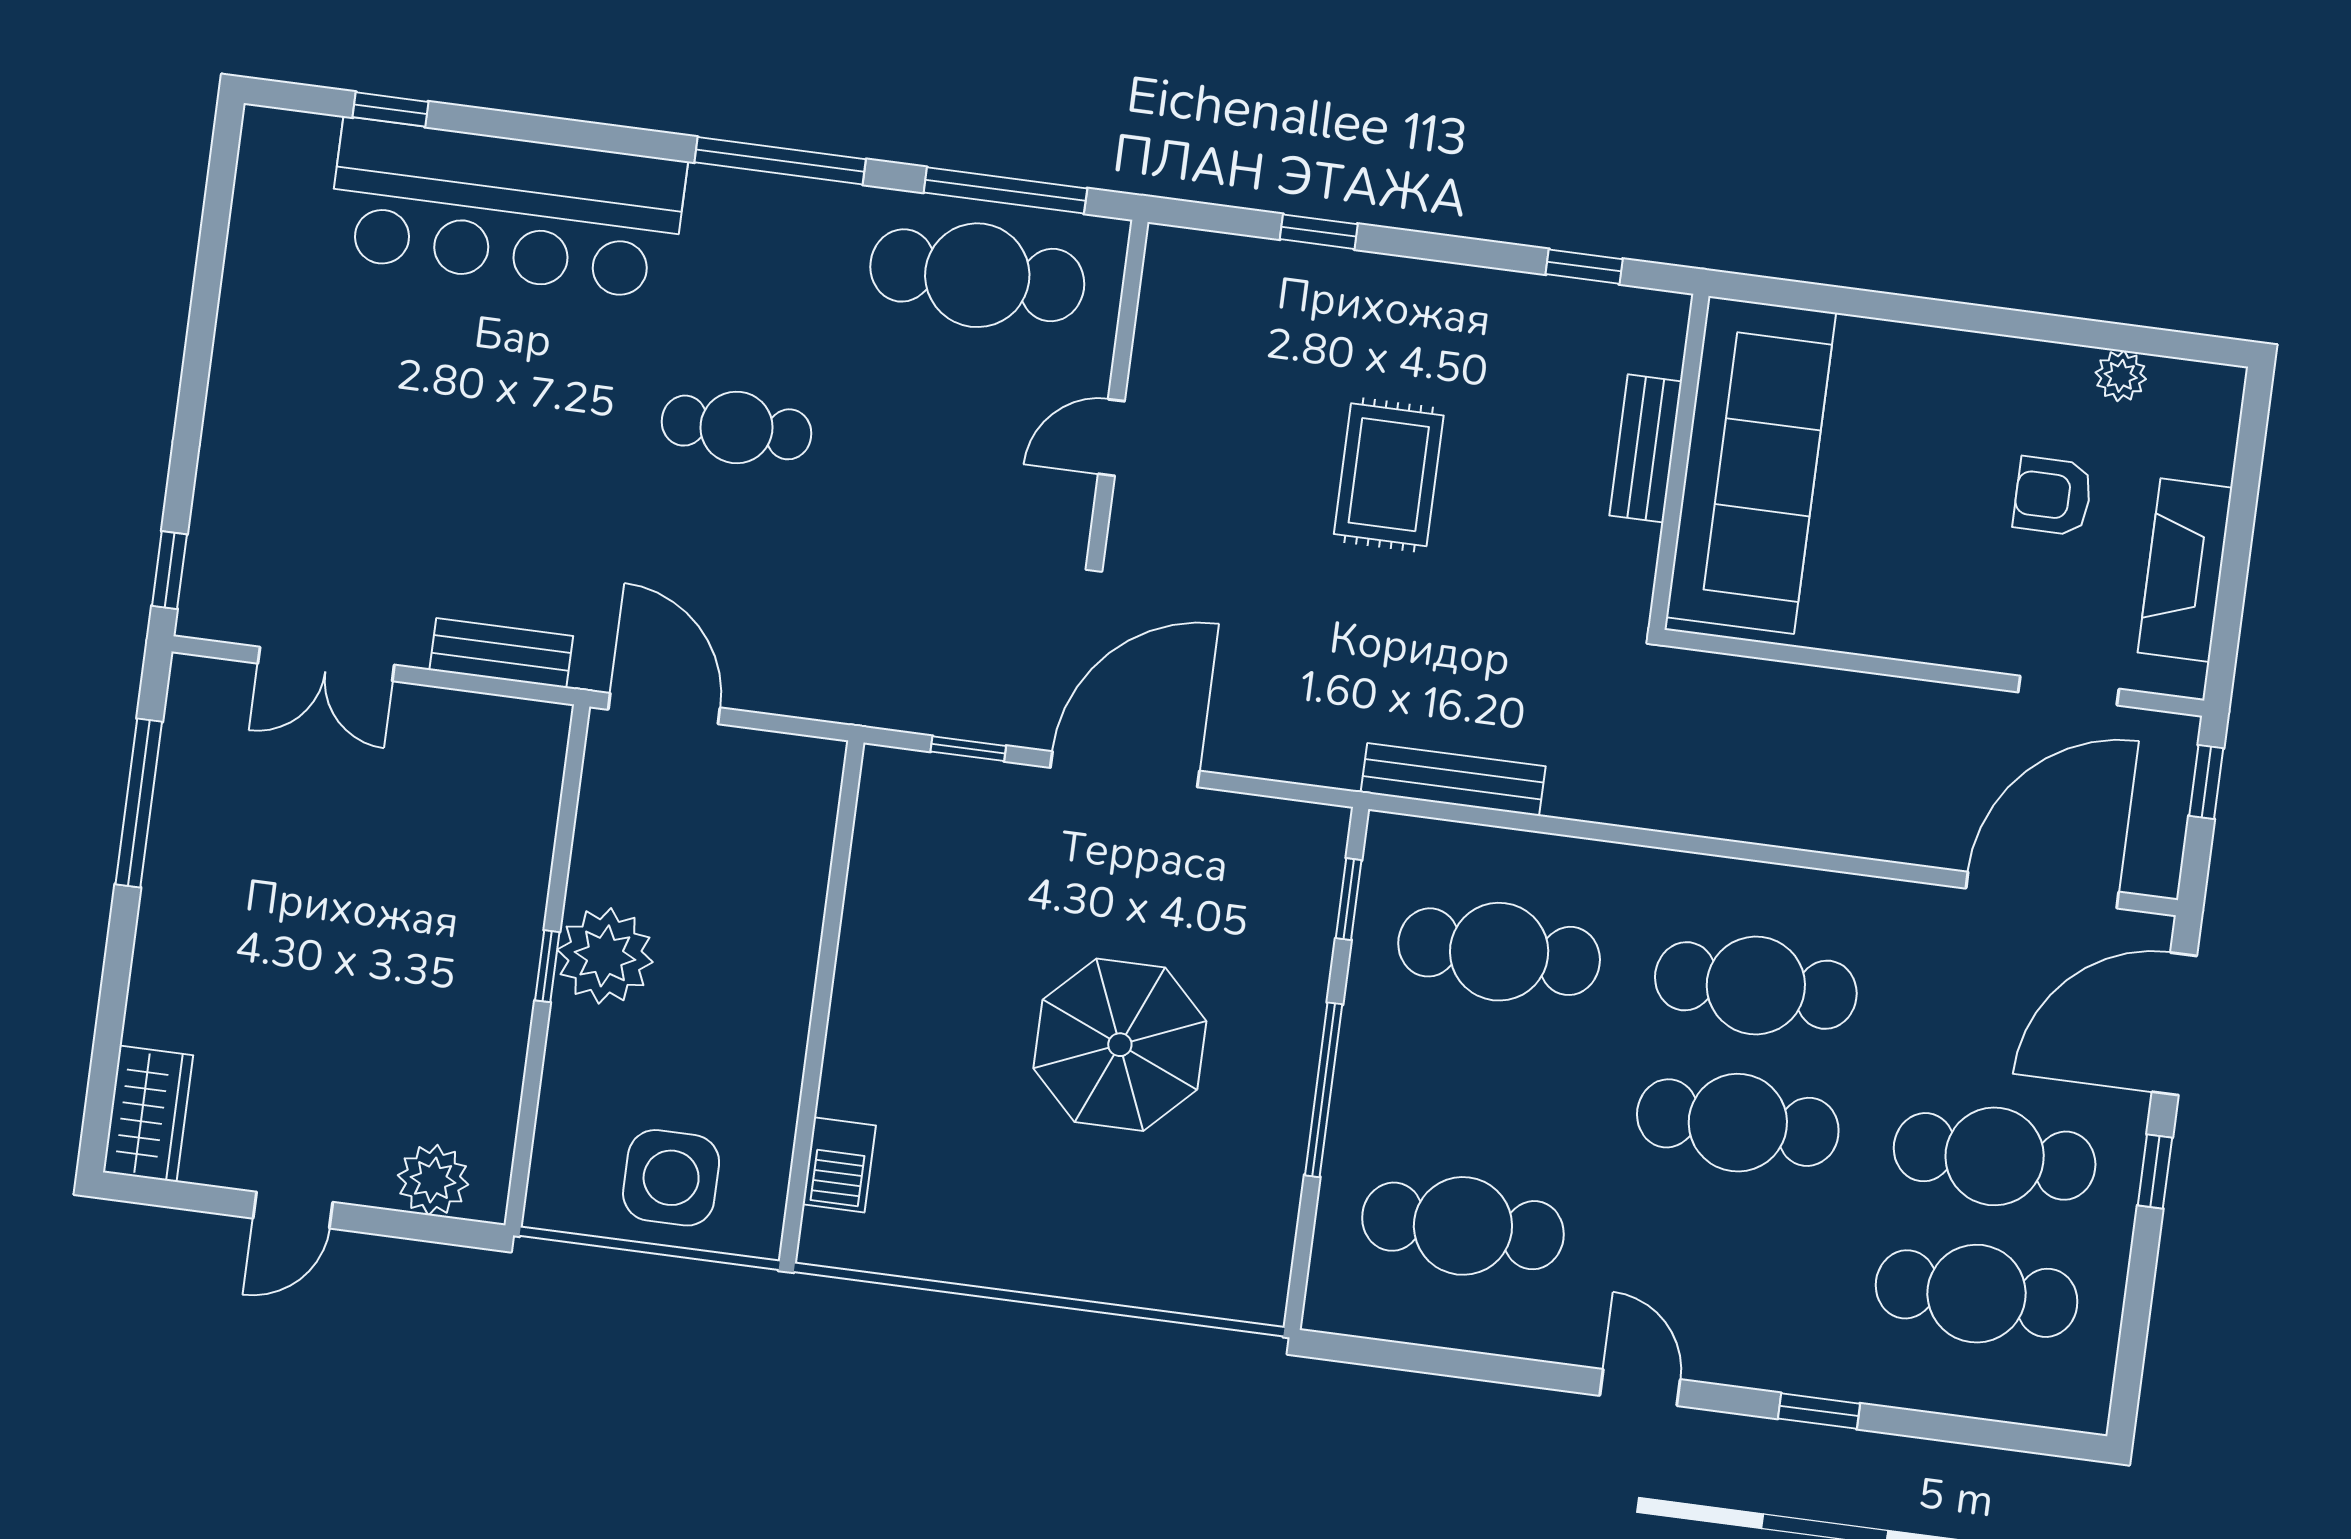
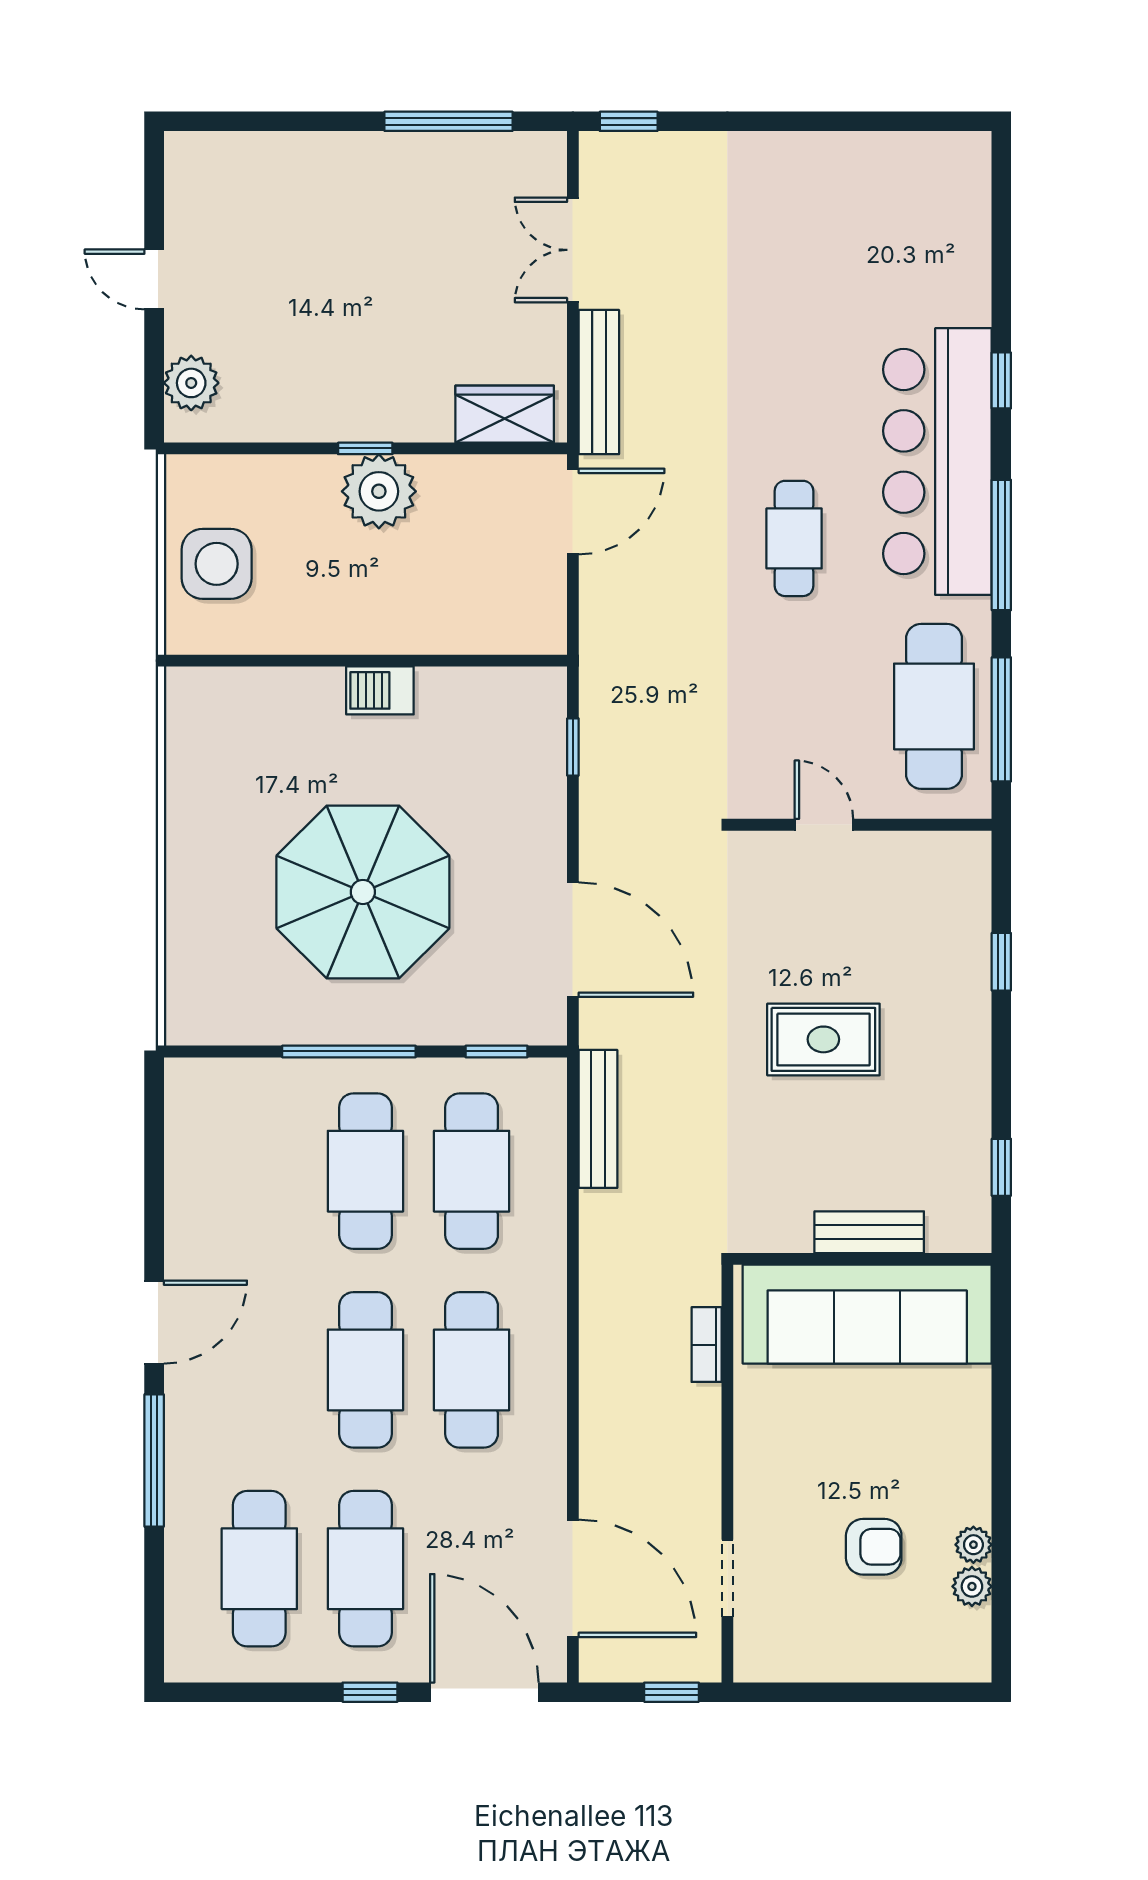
window: (391, 109) -> (1001, 380), moved
bar counter: (507, 209) -> (937, 462), moved
plant: (2067, 367) -> (973, 1545), added
armchair: (2053, 496) -> (874, 1547), turned 90
fireplace: (2185, 570) -> (831, 1655), removed
bench: (501, 653) -> (599, 382), width x1.36
bookcase: (1763, 678) -> (707, 1345), added
door: (1125, 769) -> (573, 940), moved
parasol: (1120, 1045) -> (363, 892), width x1.36, depth x1.36
wardrobe: (148, 1114) -> (505, 414), moved, turned 180
barbecue: (839, 1165) -> (380, 690), moved
cafe table: (1463, 1226) -> (365, 1171), moved
door: (1640, 1387) -> (154, 1322), width x1.38
window: (1819, 1411) -> (154, 1461), width x2.17

